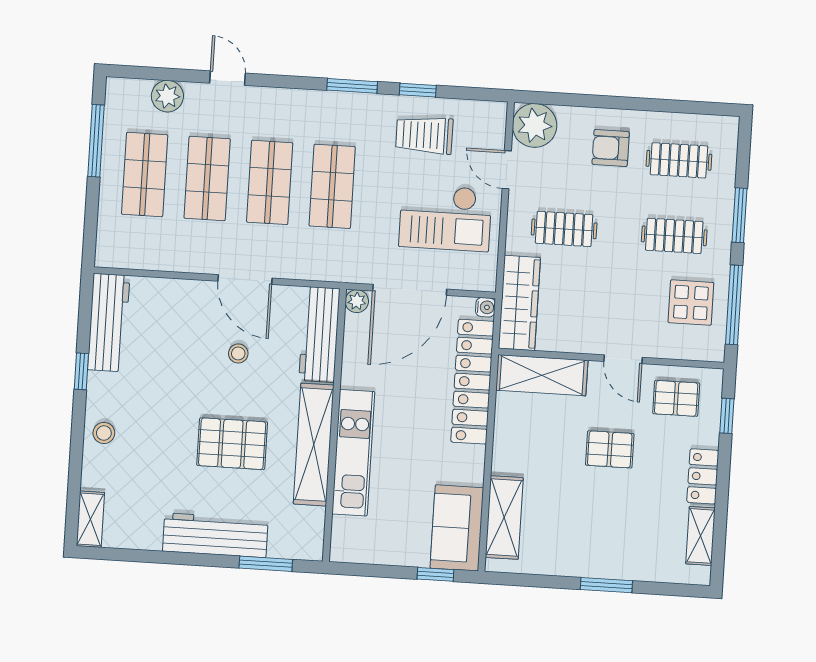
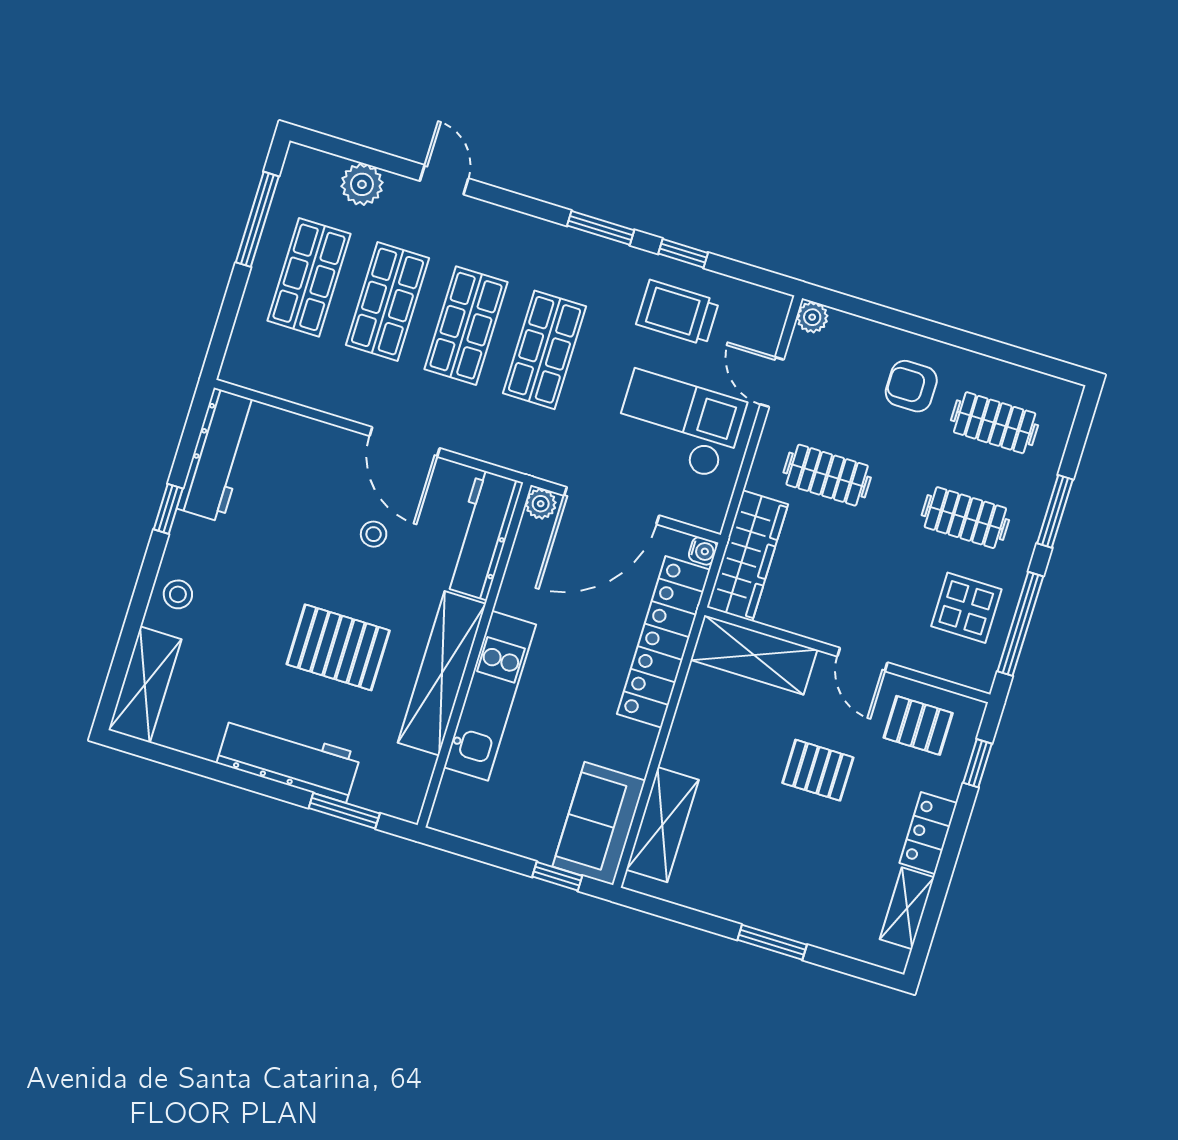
plant: (535, 125) -> (812, 317), width x0.53, depth x0.53
checkout: (445, 218) -> (679, 424), turned 180
shelving: (90, 519) -> (145, 685), width x1.50, depth x1.33

